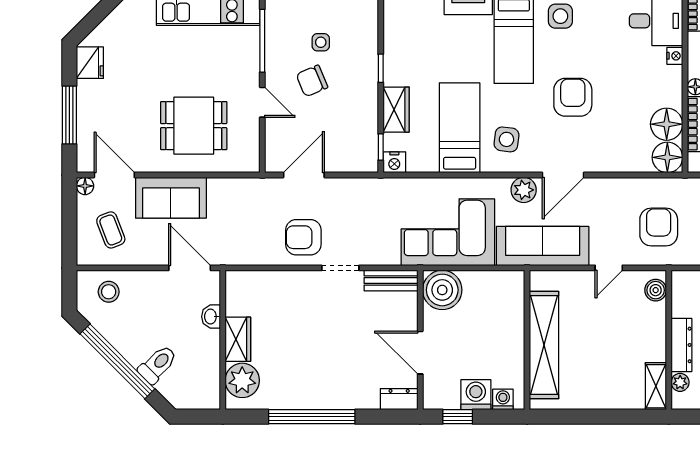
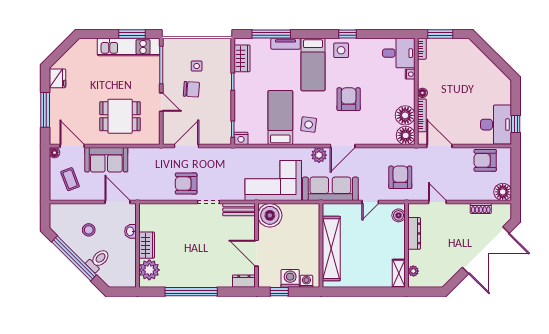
chair: (312, 81) -> (191, 89), turned -153
wardrobe: (396, 110) -> (242, 58), moved
stool: (109, 292) -> (89, 230), moved
dresser: (681, 345) -> (414, 233), moved

